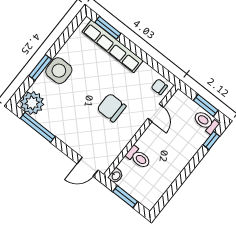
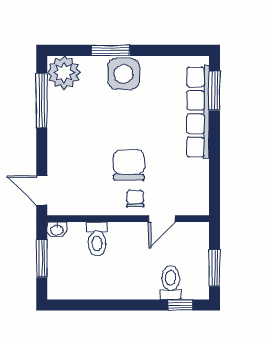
chair: (159, 87) -> (135, 198), moved
toilet: (206, 122) -> (171, 283), moved

